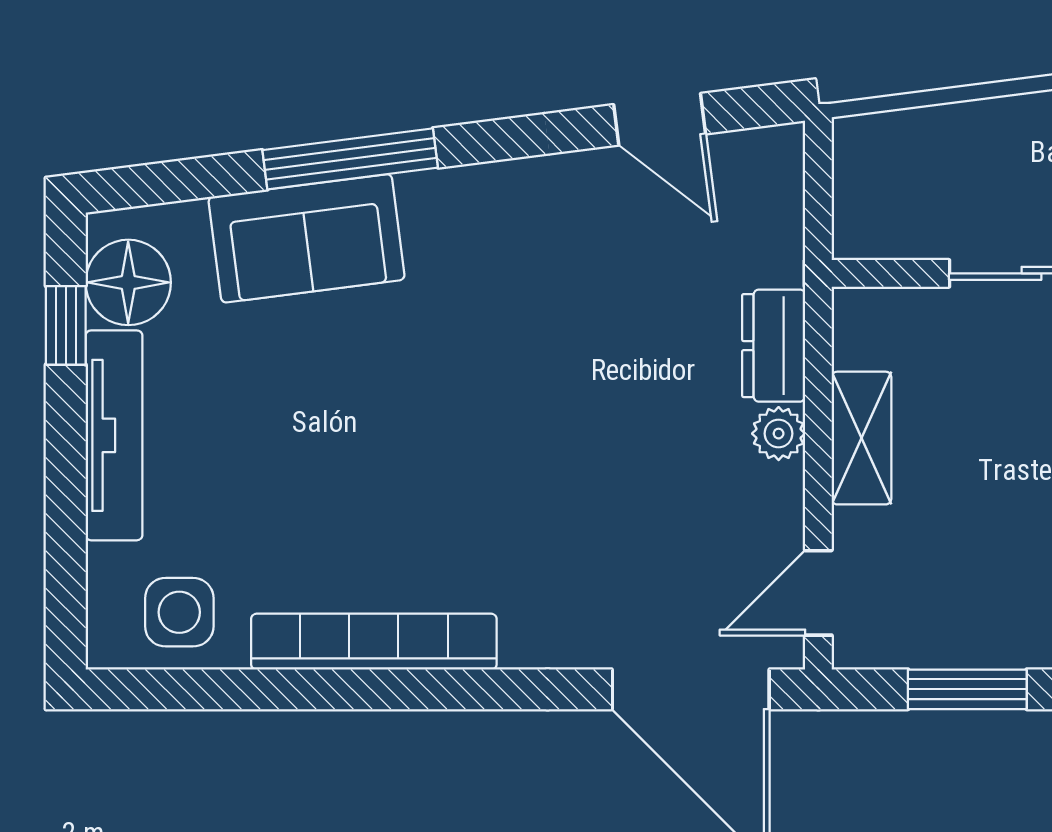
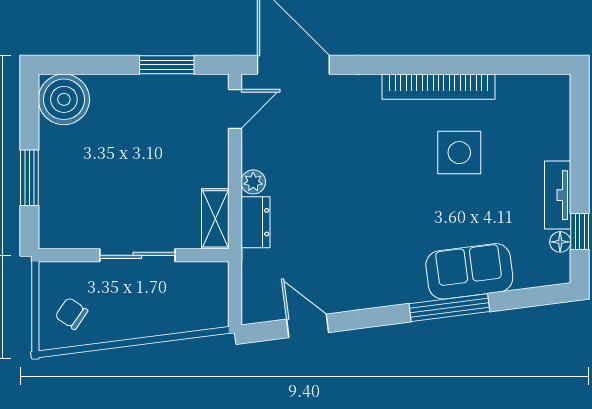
floor lamp: (128, 282) -> (560, 242), width x0.53, depth x0.53
tv unit: (114, 435) -> (558, 195), width x0.71
shelving: (861, 438) -> (215, 219), moved
side table: (179, 612) -> (459, 153), moved, width x1.37, depth x1.37

